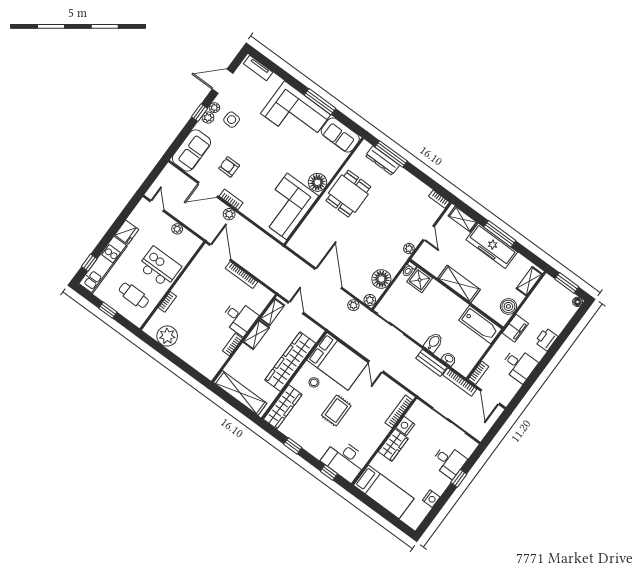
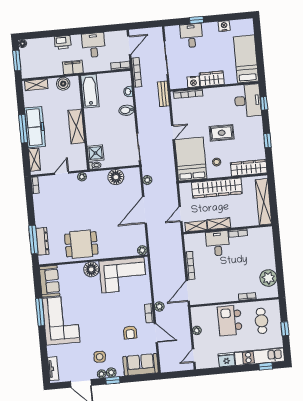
plant: (370, 300) -> (142, 250), moved
bench: (431, 363) -> (163, 94), moved

